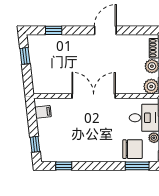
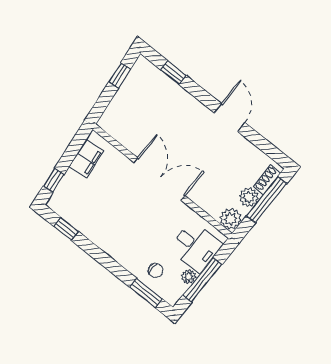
door: (105, 30) -> (230, 118), hinge flipped
filing cabinet: (43, 112) -> (86, 159), width x2.00
chair: (133, 149) -> (156, 271), width x0.54, depth x0.54

